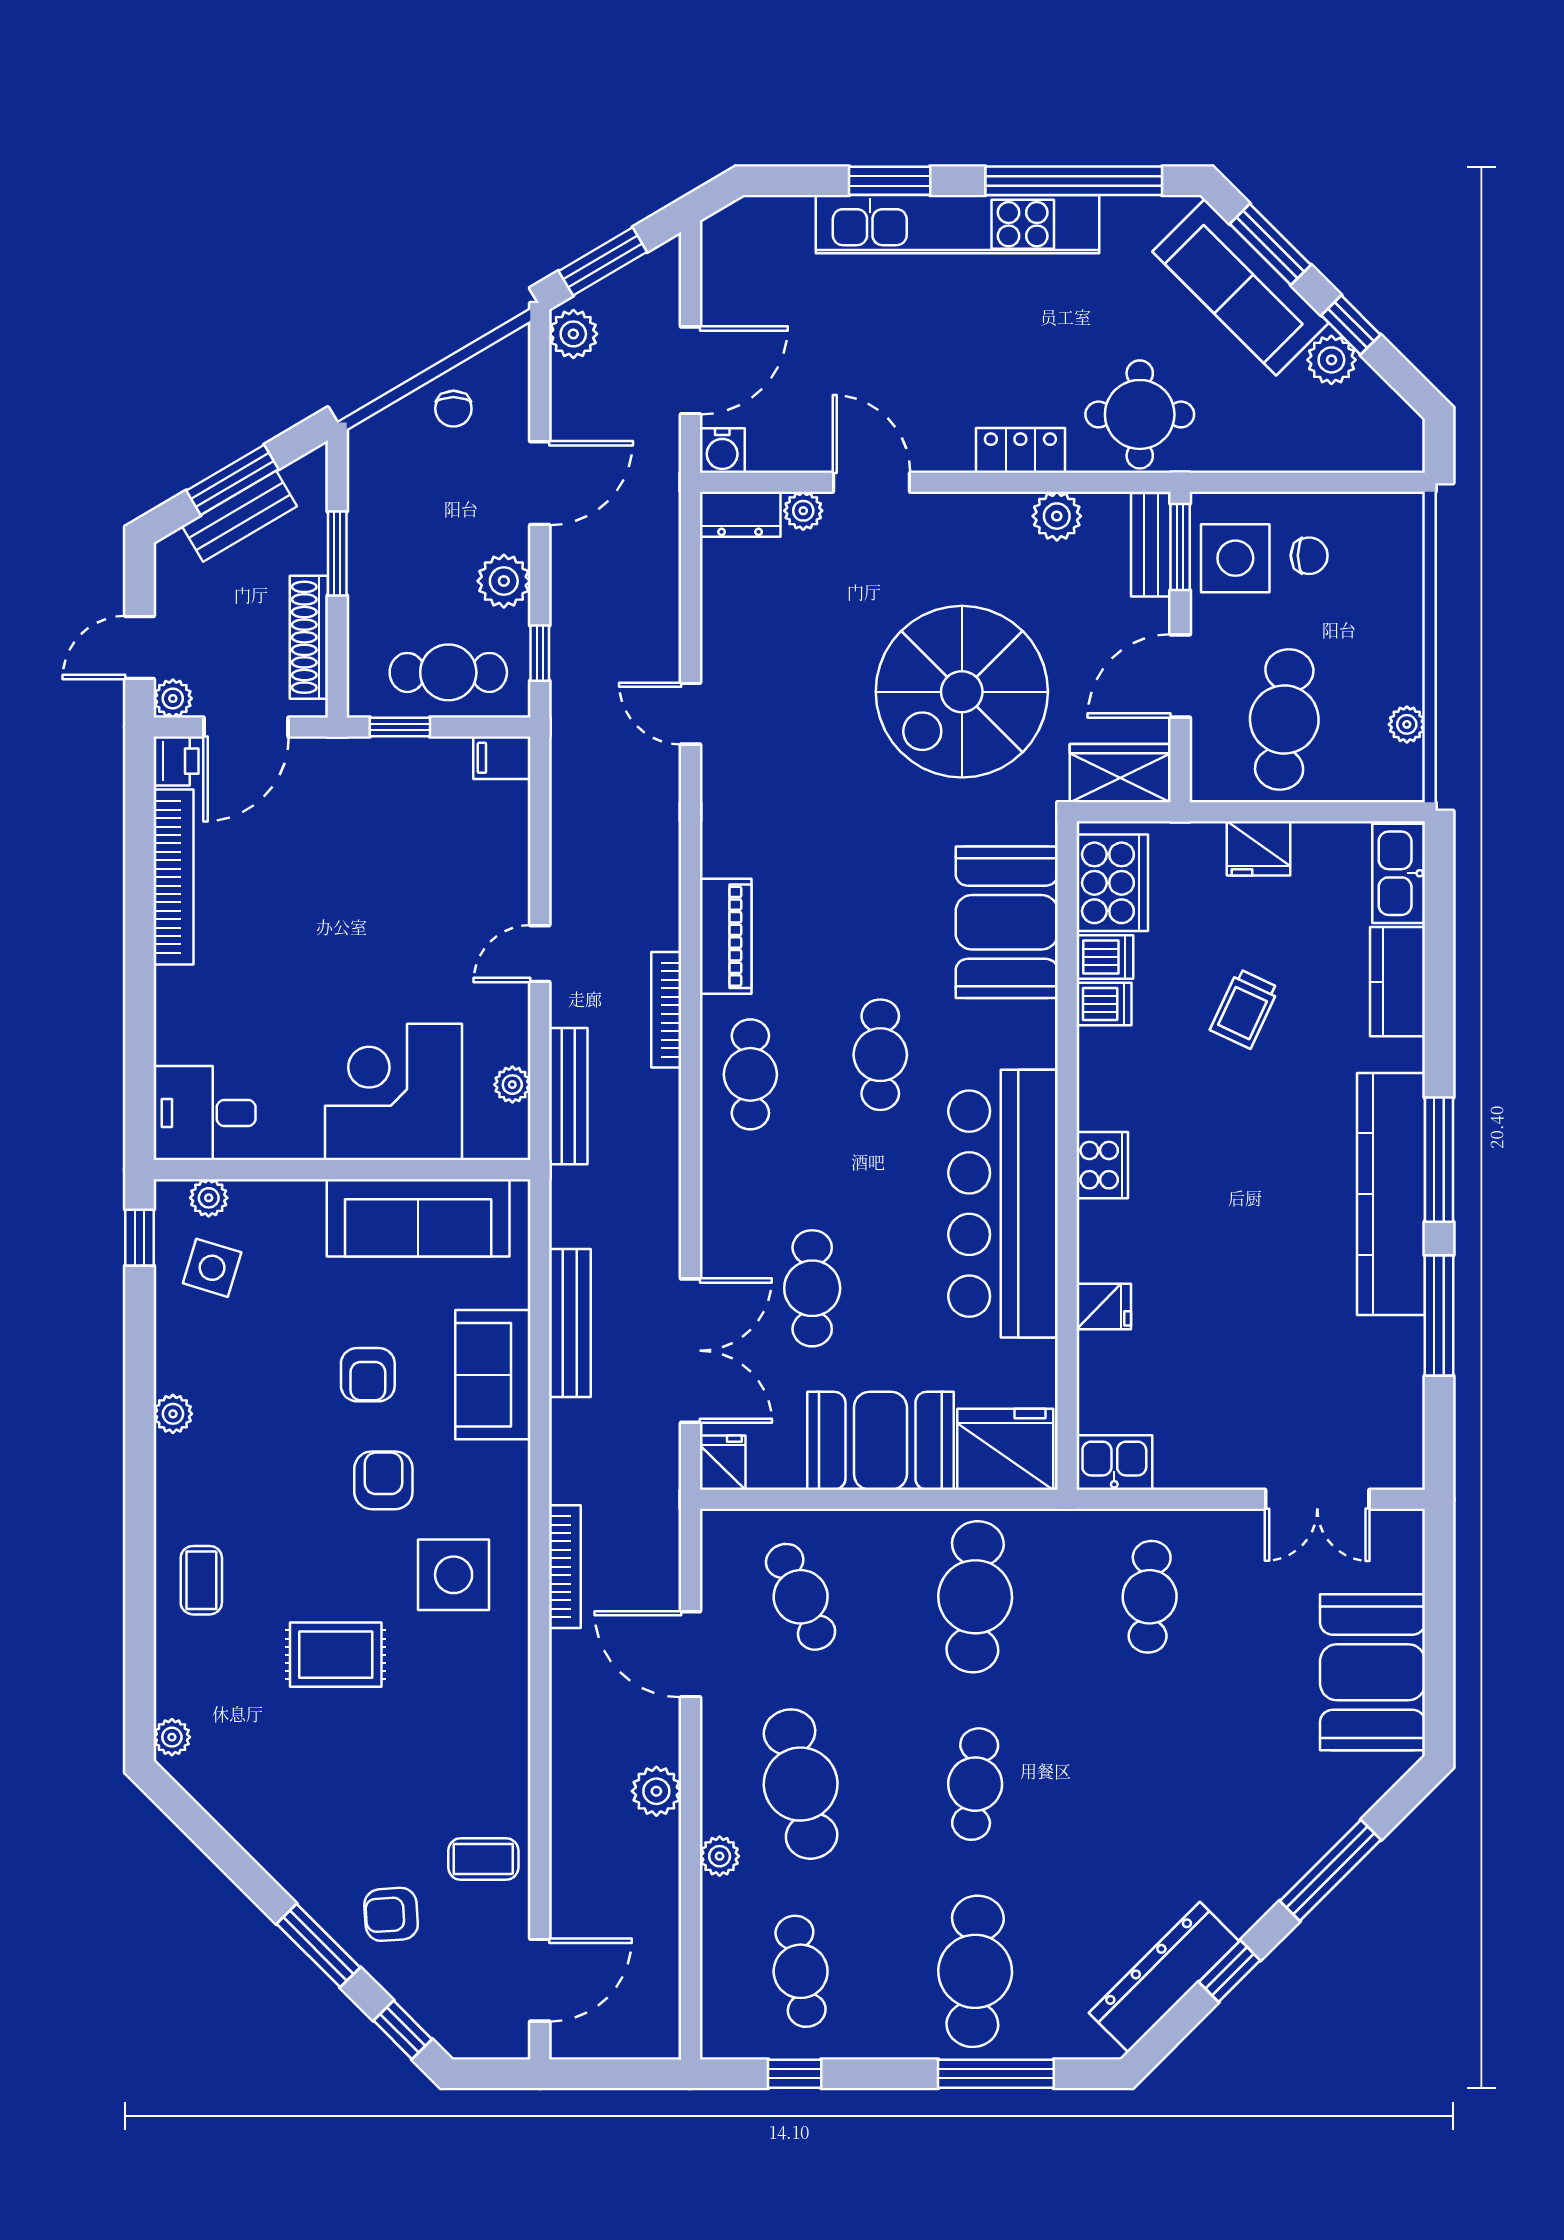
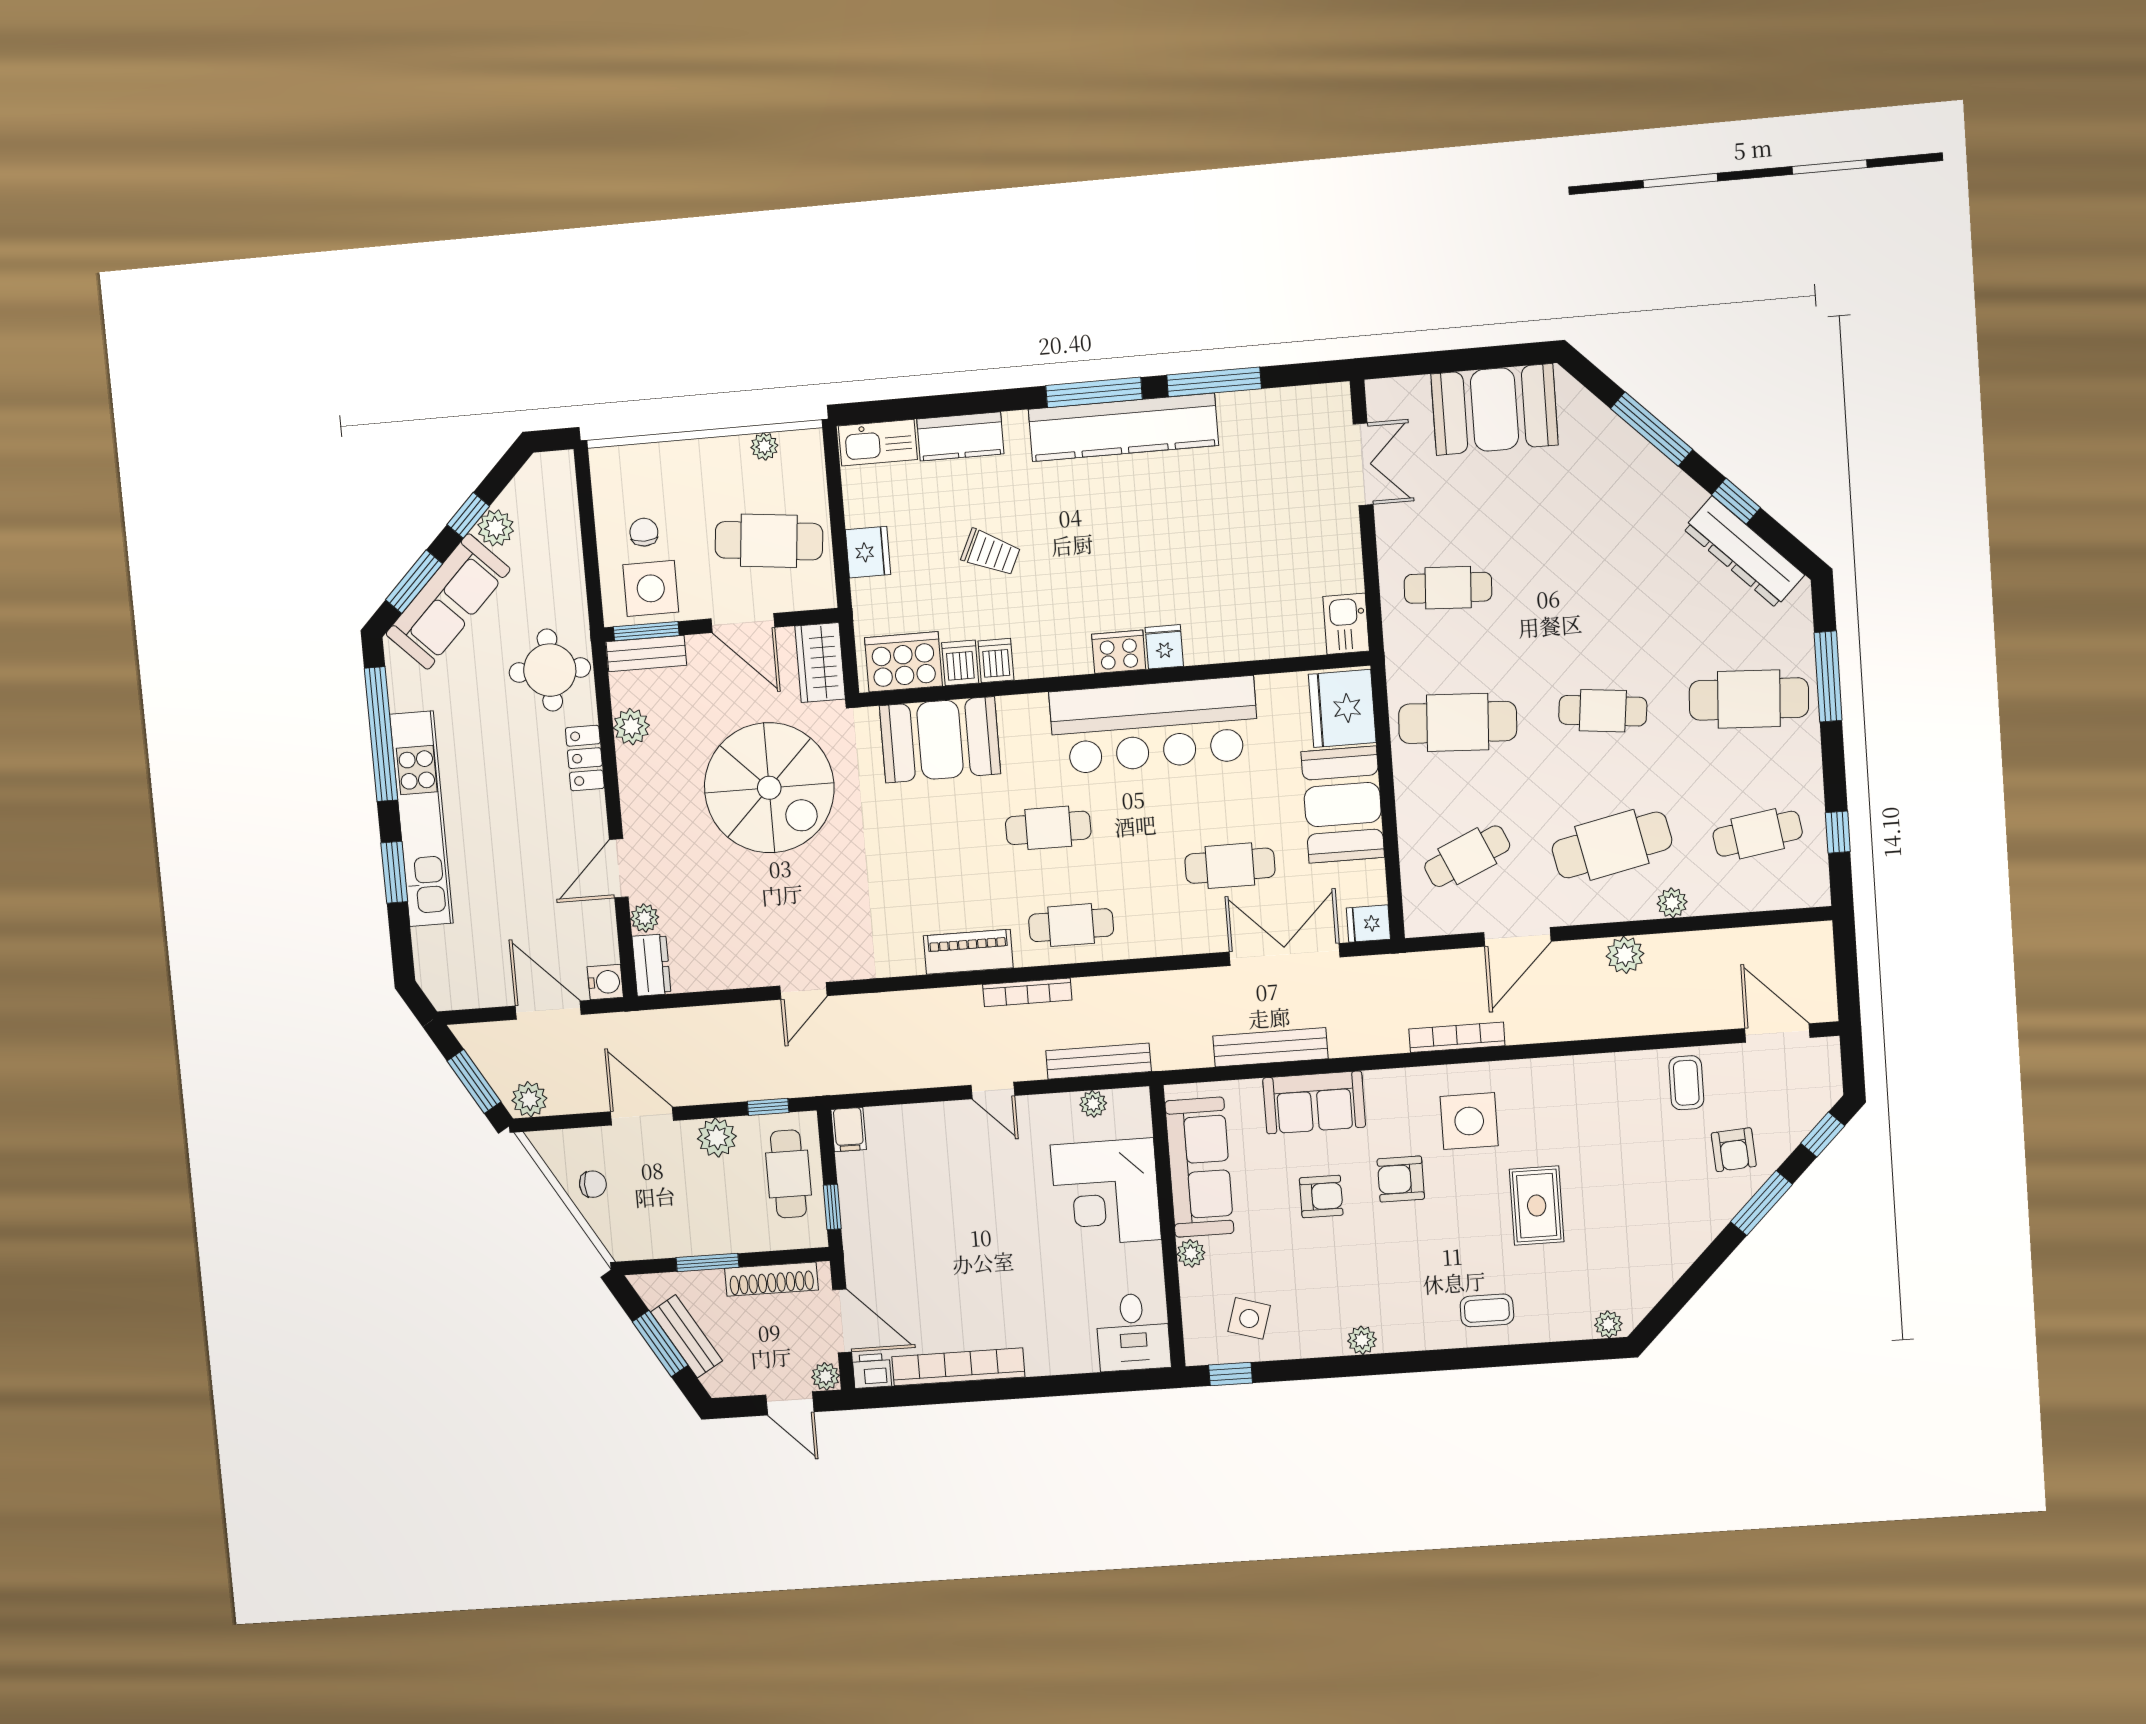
plant: (209, 1198) -> (1191, 1253), moved
fridge: (1104, 1306) -> (1164, 647), moved

